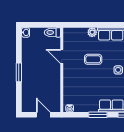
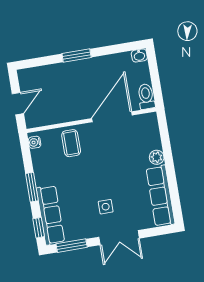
door: (62, 56) -> (112, 117), width x1.87
coffee table: (93, 59) -> (71, 143), moved

